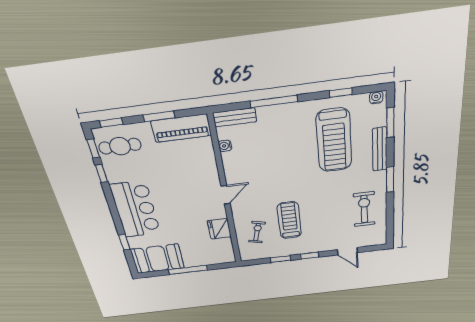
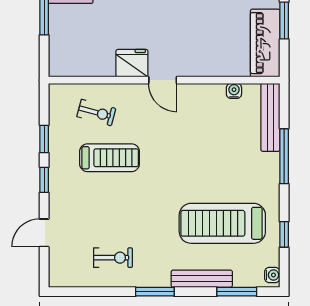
bench: (235, 117) -> (270, 117), width x1.36
exercise bike: (364, 209) -> (113, 258), width x0.73, depth x0.72
fridge: (219, 229) -> (132, 63), moved

